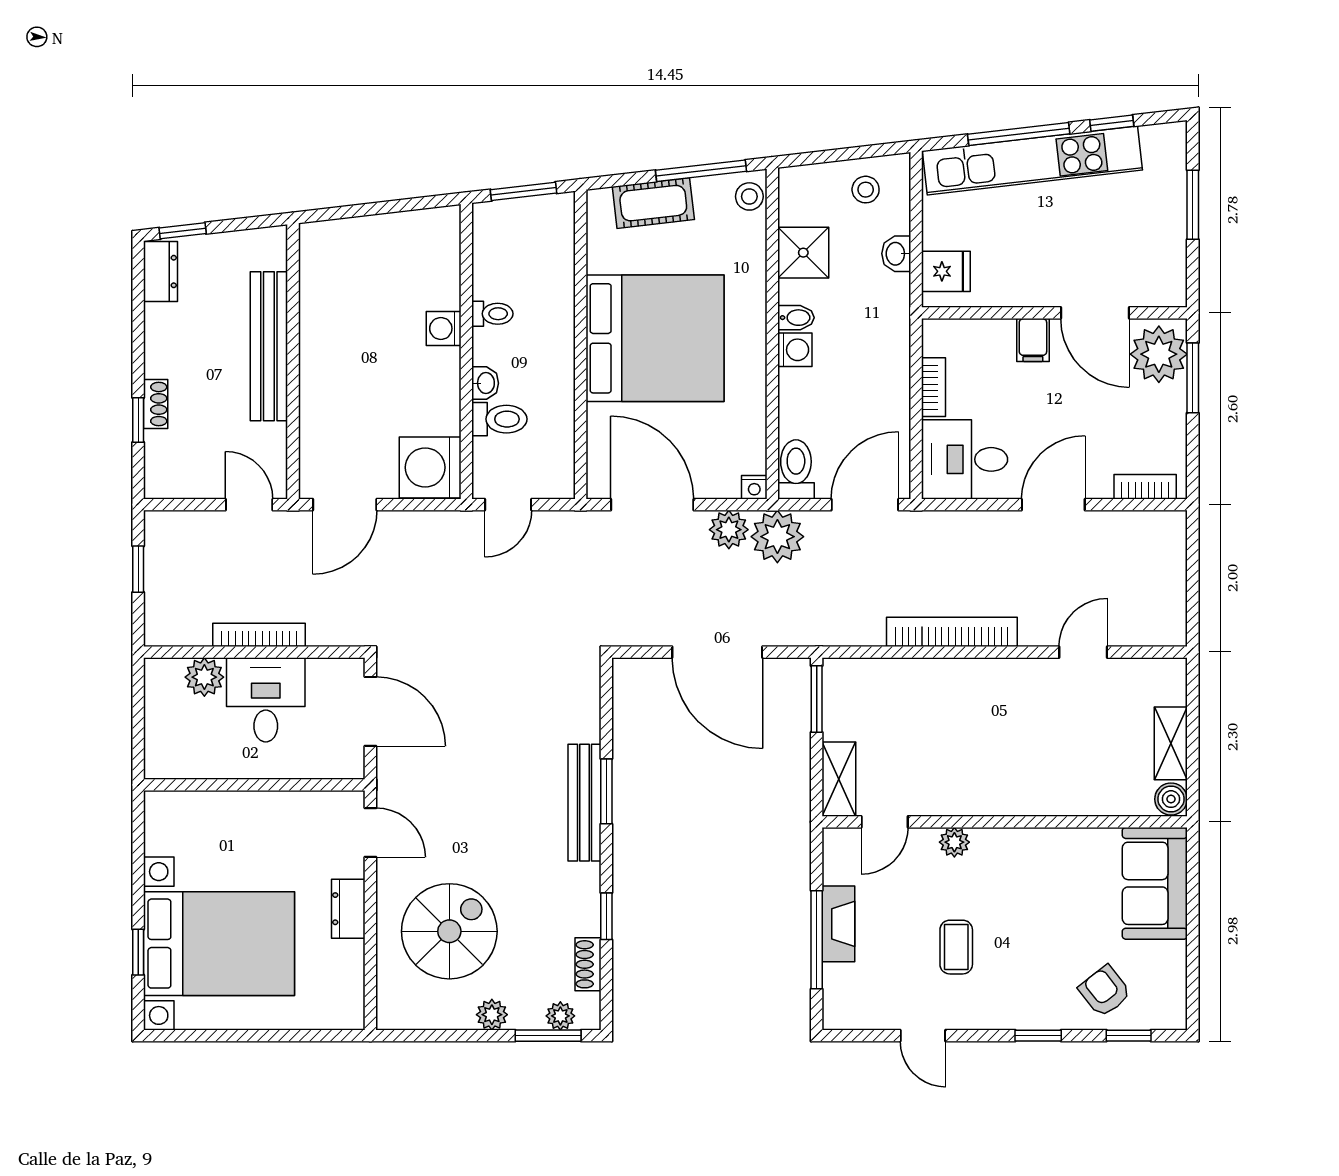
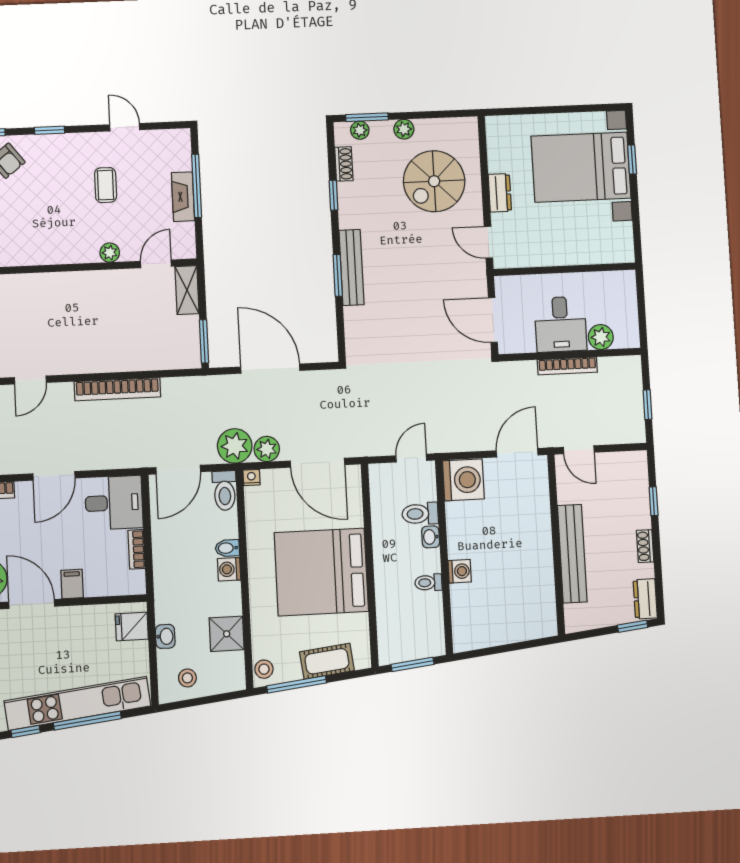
bidet: (796, 318) -> (227, 548), moved
shoe rack: (156, 404) -> (645, 546), moved

